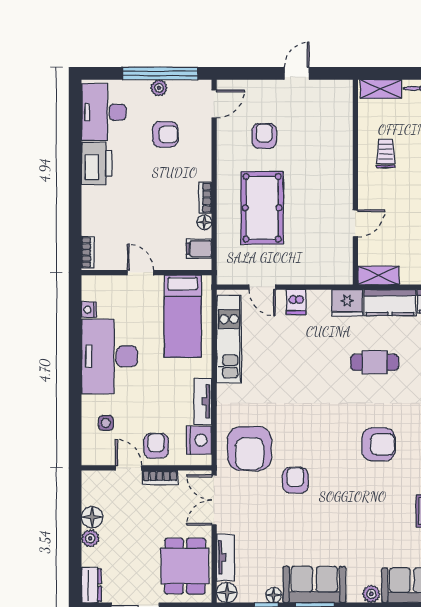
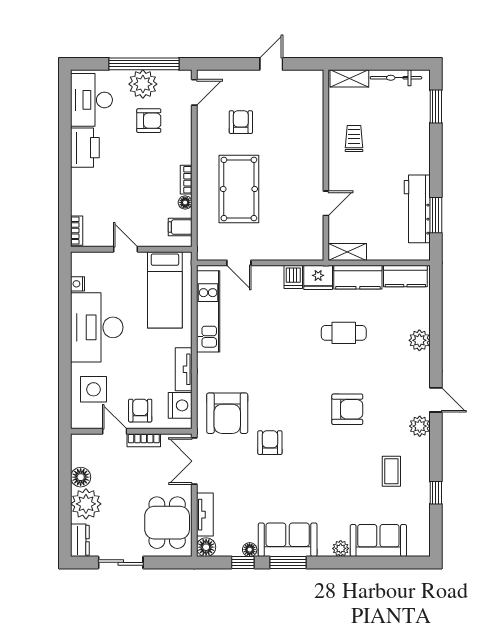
plant: (159, 88) -> (143, 84), width x1.87, depth x1.87
dishwasher: (296, 302) -> (293, 277), moved
side table: (106, 423) -> (93, 389), width x1.87, depth x1.87
plant: (90, 538) -> (86, 504), width x1.87, depth x1.87

